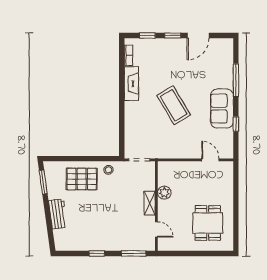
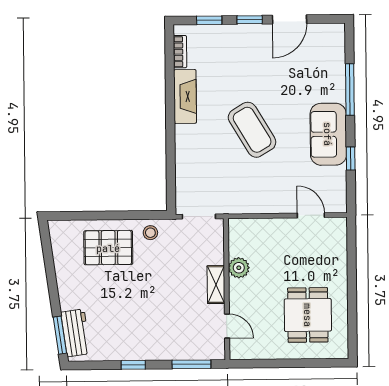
window: (43, 182) -> (60, 335), moved
workbench: (58, 214) -> (76, 333), moved

